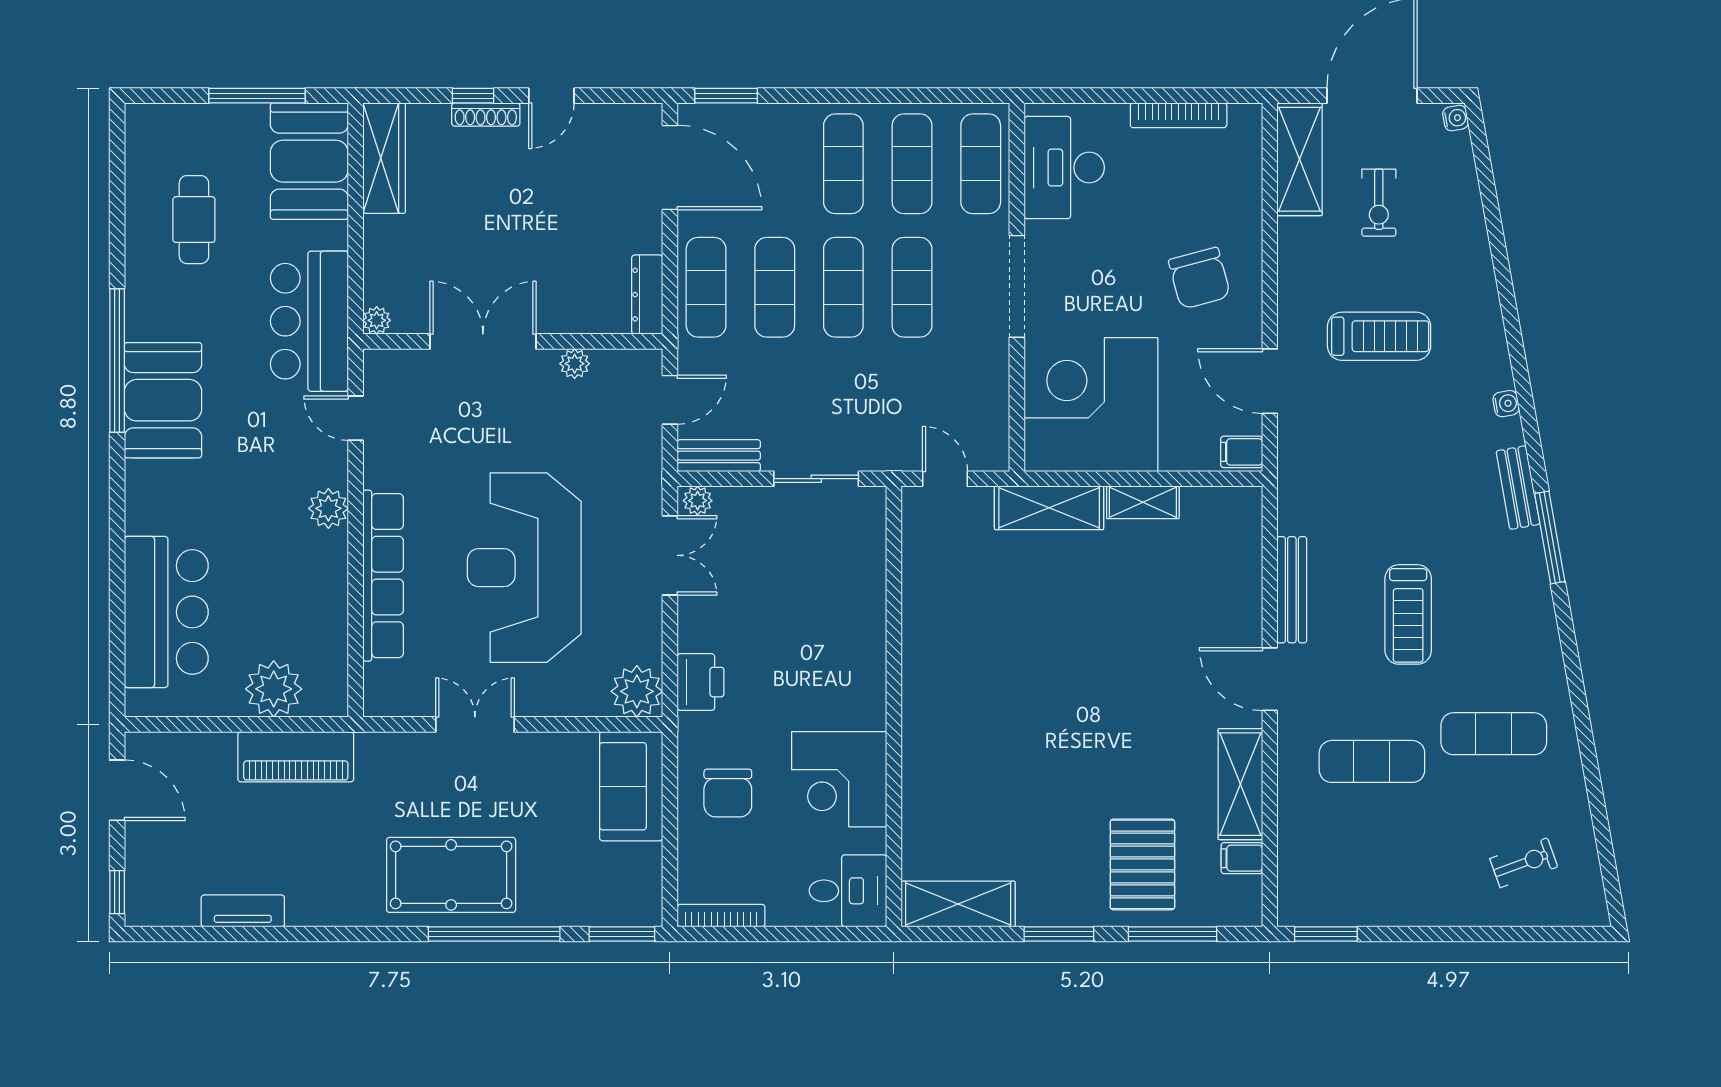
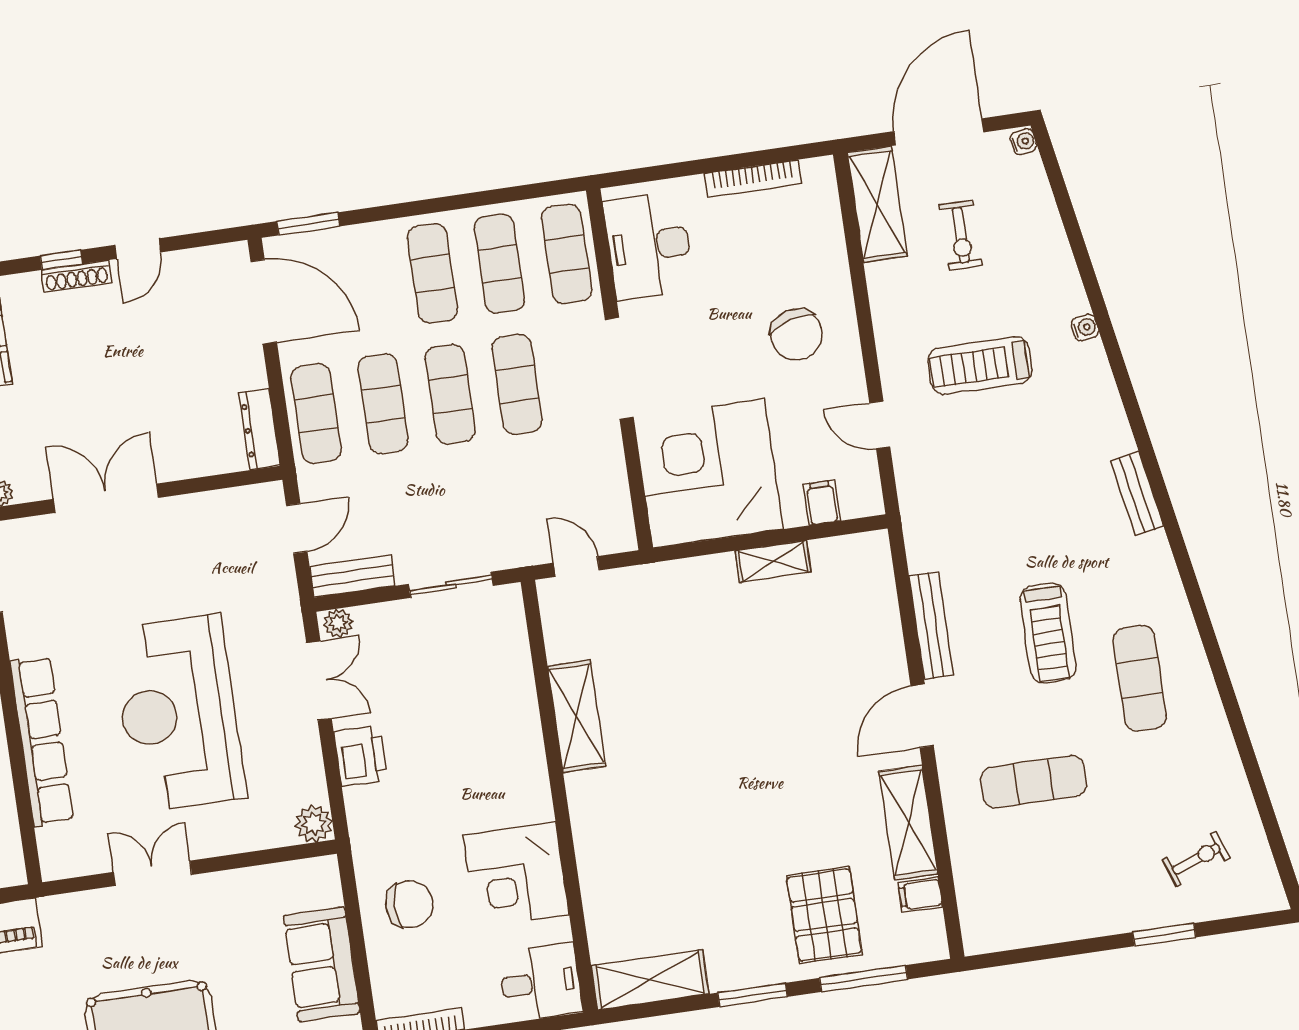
treadmill: (1379, 336) -> (980, 366), turned 180
plant: (575, 364) -> (199, 507), removed
door: (1270, 381) -> (880, 425), width x0.73
water cooler: (1506, 404) -> (1085, 327), moved
filing cabinet: (1242, 452) -> (822, 503), moved, turned 90
shelving: (1049, 508) -> (576, 716), moved, turned 90
window: (1550, 538) -> (1175, 538), removed
door: (1270, 679) -> (922, 716), hinge flipped
printer: (701, 682) -> (360, 756), moved
plant: (637, 691) -> (314, 824), width x0.73, depth x0.73
exercise mat: (1494, 734) -> (1140, 678), moved, turned 90
sofa: (631, 786) -> (322, 964), moved
chair: (728, 793) -> (409, 904), turned -90
window: (1326, 934) -> (1164, 935), moved

